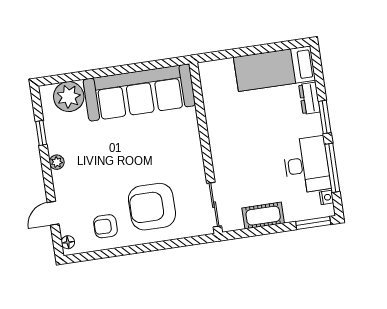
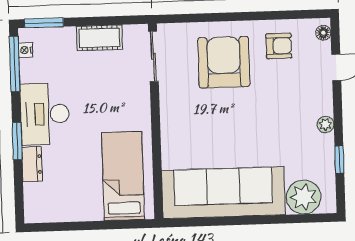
bed: (274, 69) -> (123, 176), moved, turned -90
desk: (307, 165) -> (45, 114), moved
window: (332, 168) -> (15, 64), moved
armchair: (152, 207) -> (224, 62), turned -90

